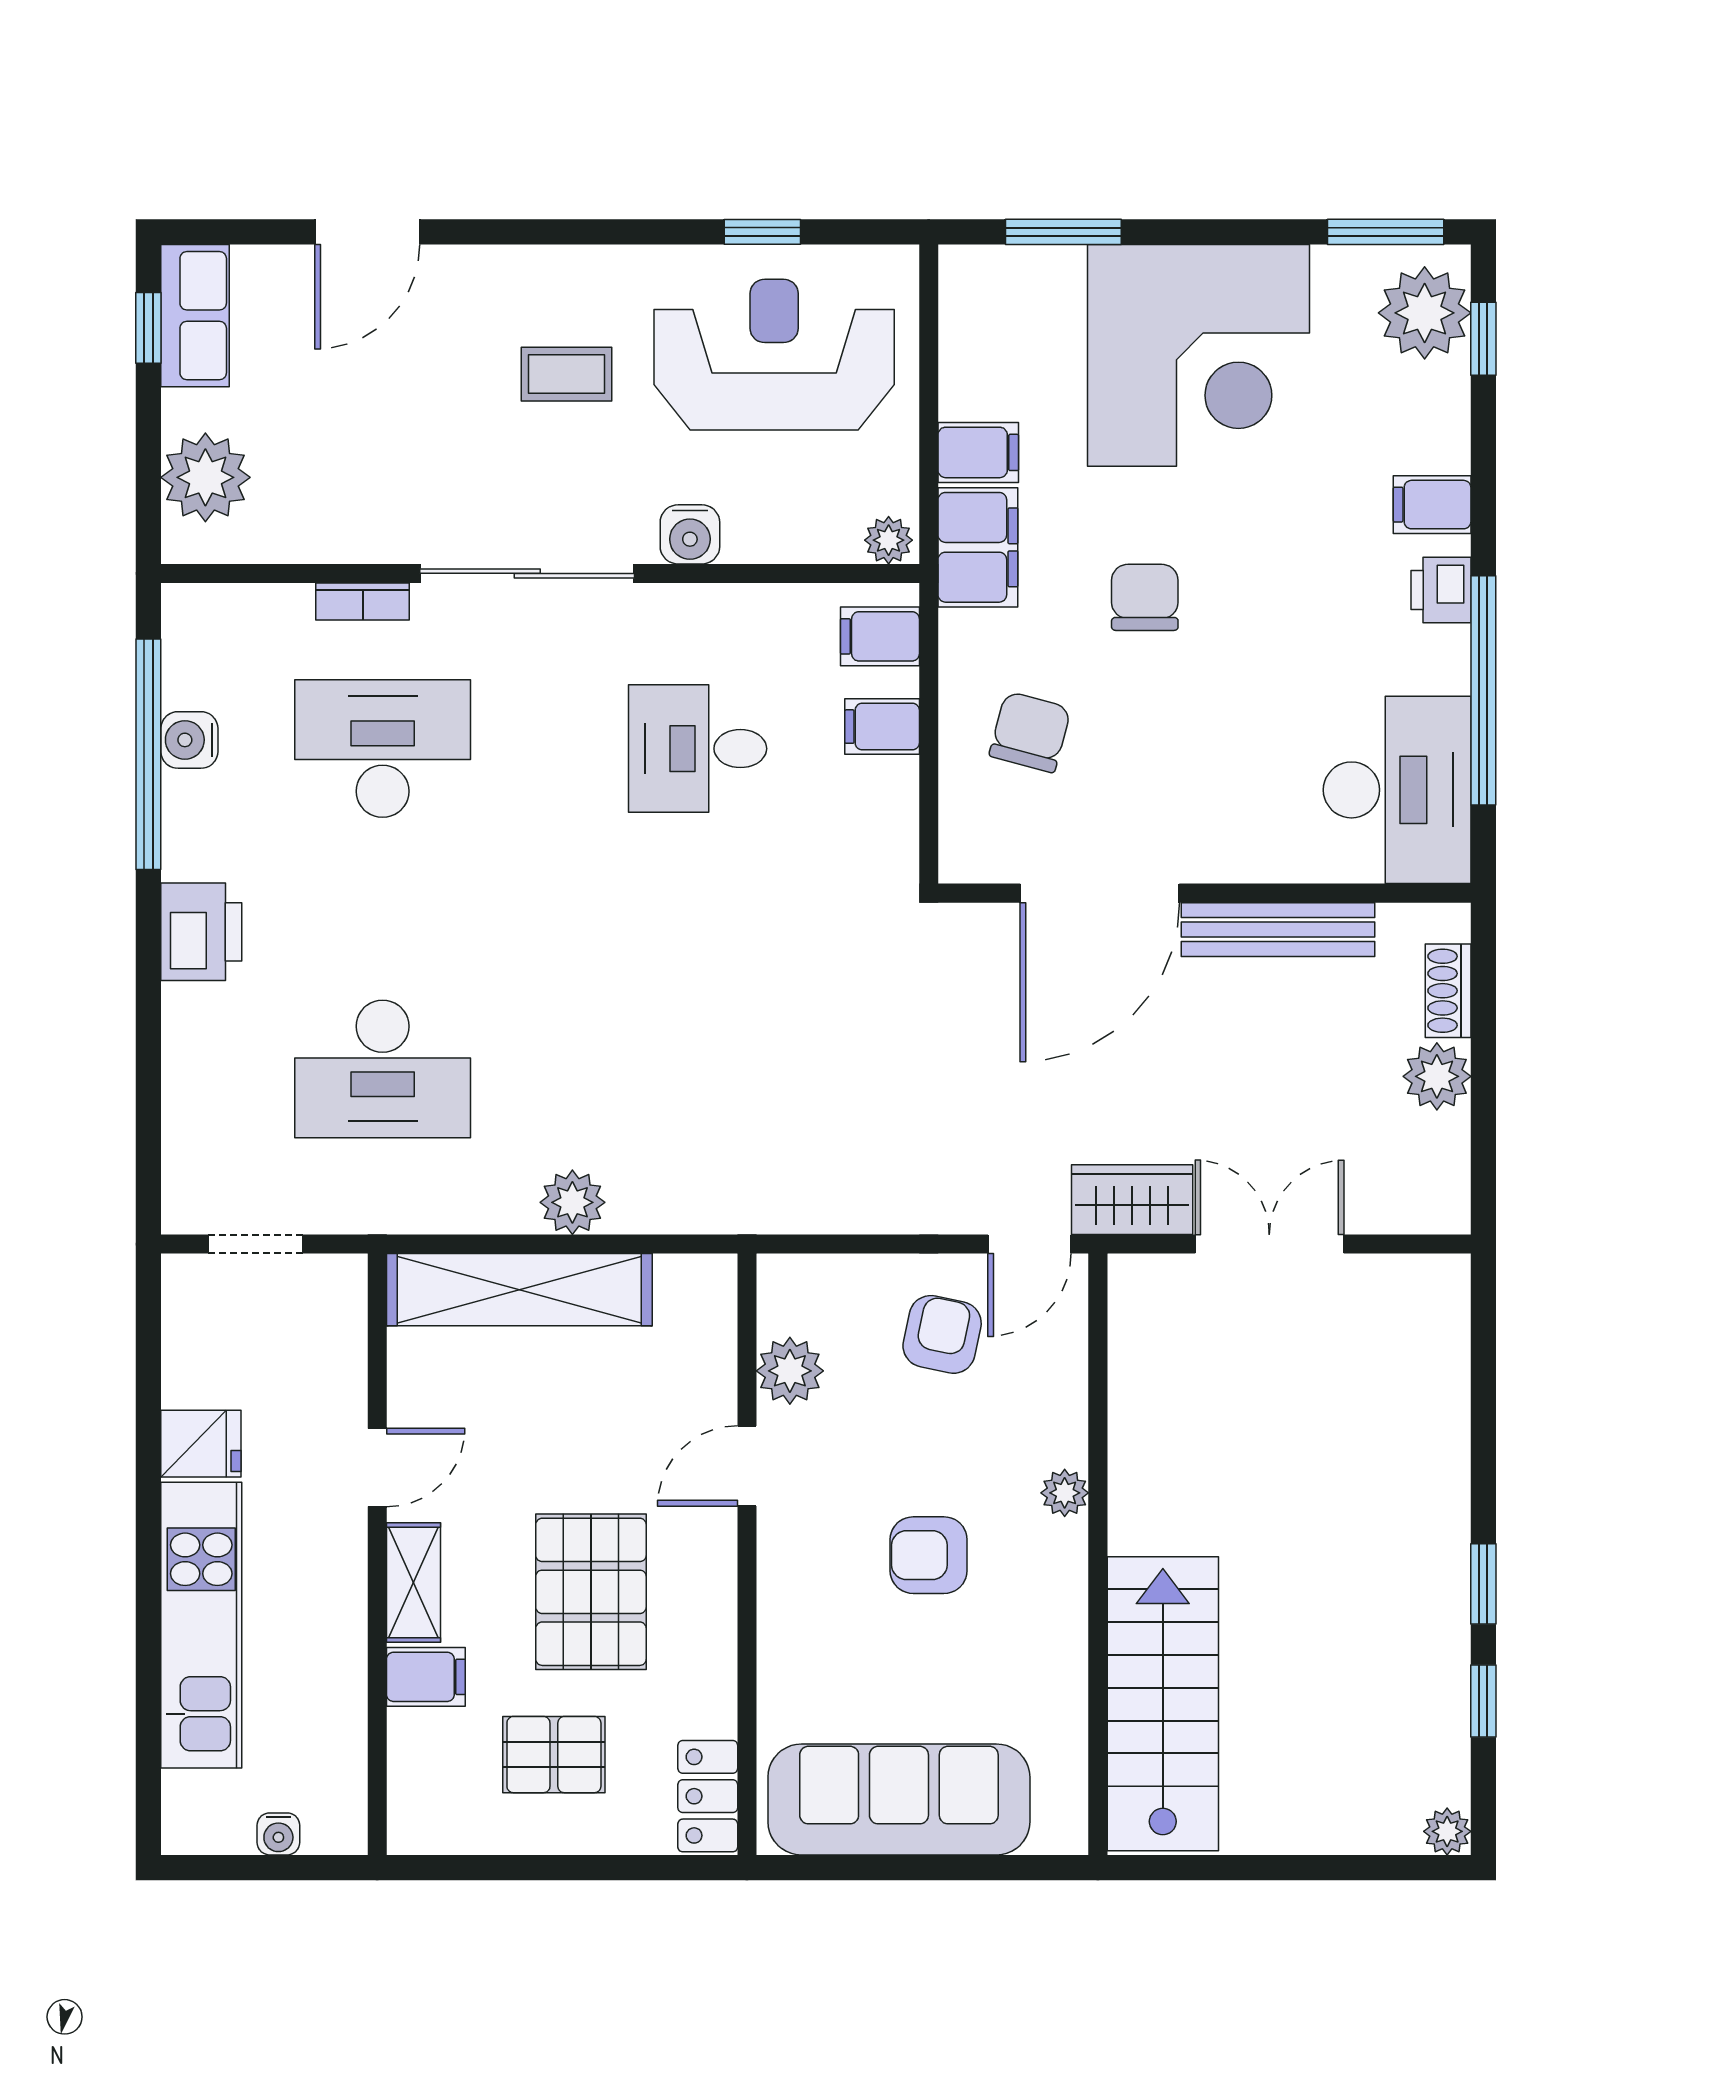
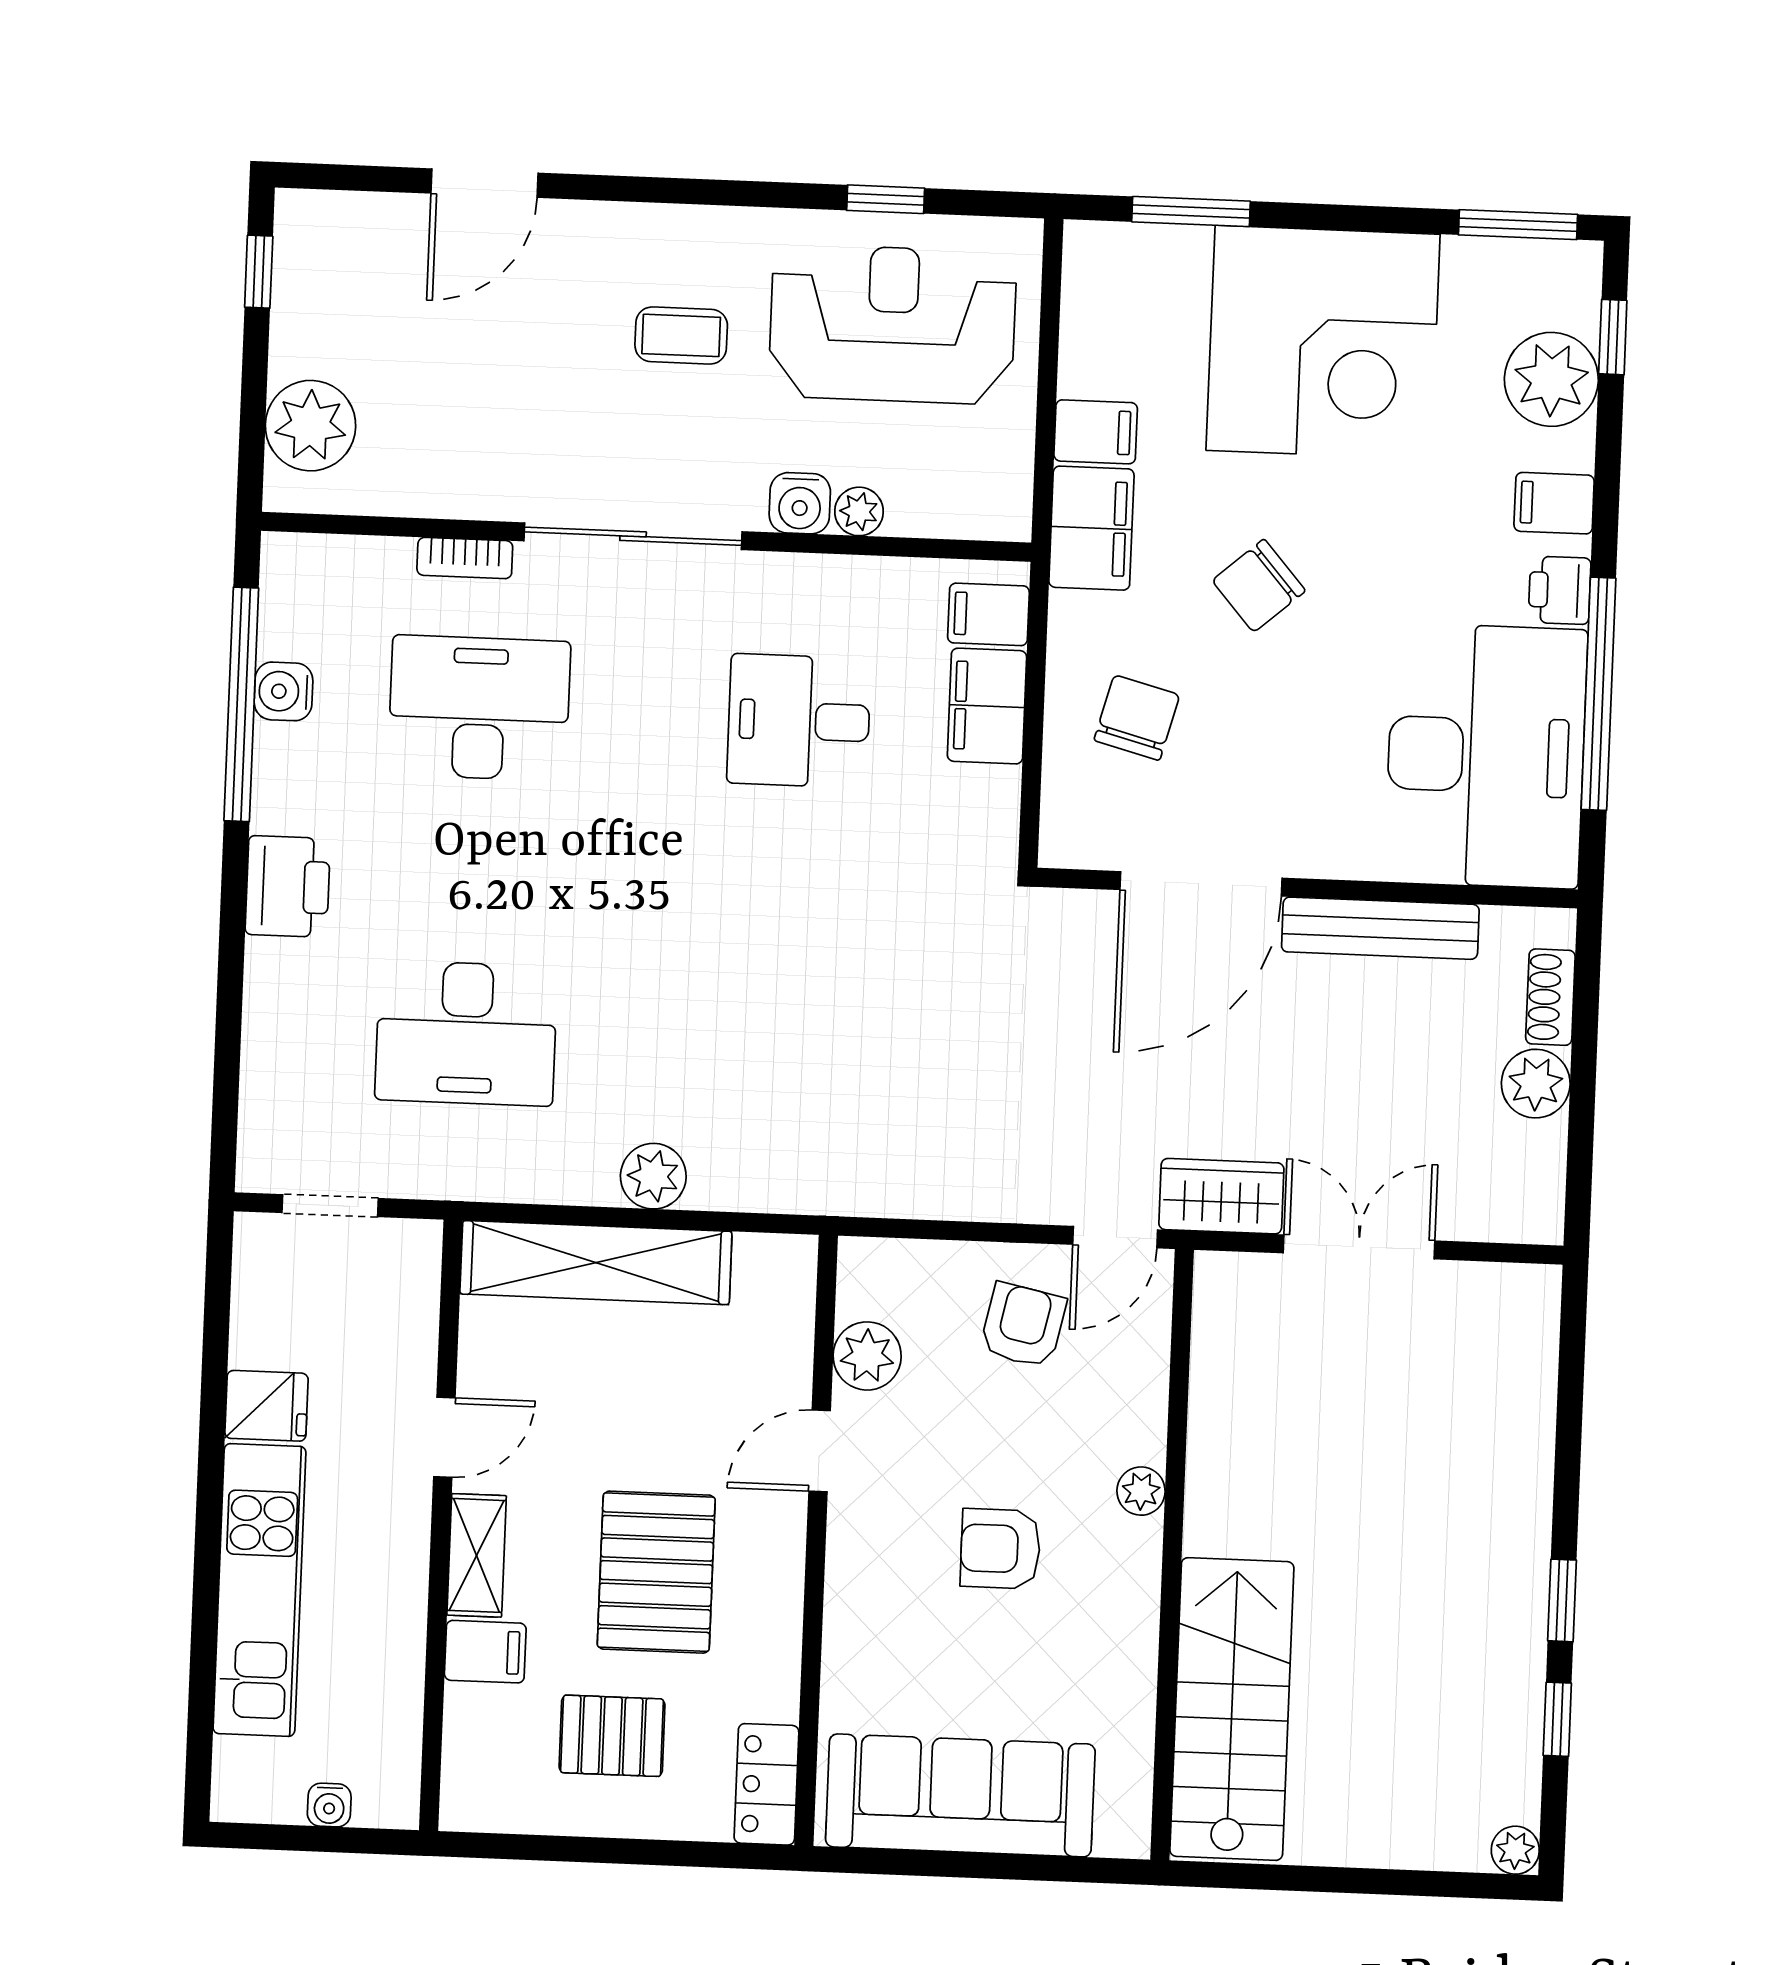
plant: (1425, 313) -> (1551, 379), moved
row of seats: (195, 316) -> (306, 261), removed
plant: (889, 540) -> (859, 511), moved
chair: (1145, 597) -> (1259, 586), turned -131
filing cabinet: (882, 727) -> (987, 706), width x2.00
desk: (1397, 790) -> (1486, 756), width x1.36, depth x1.30

